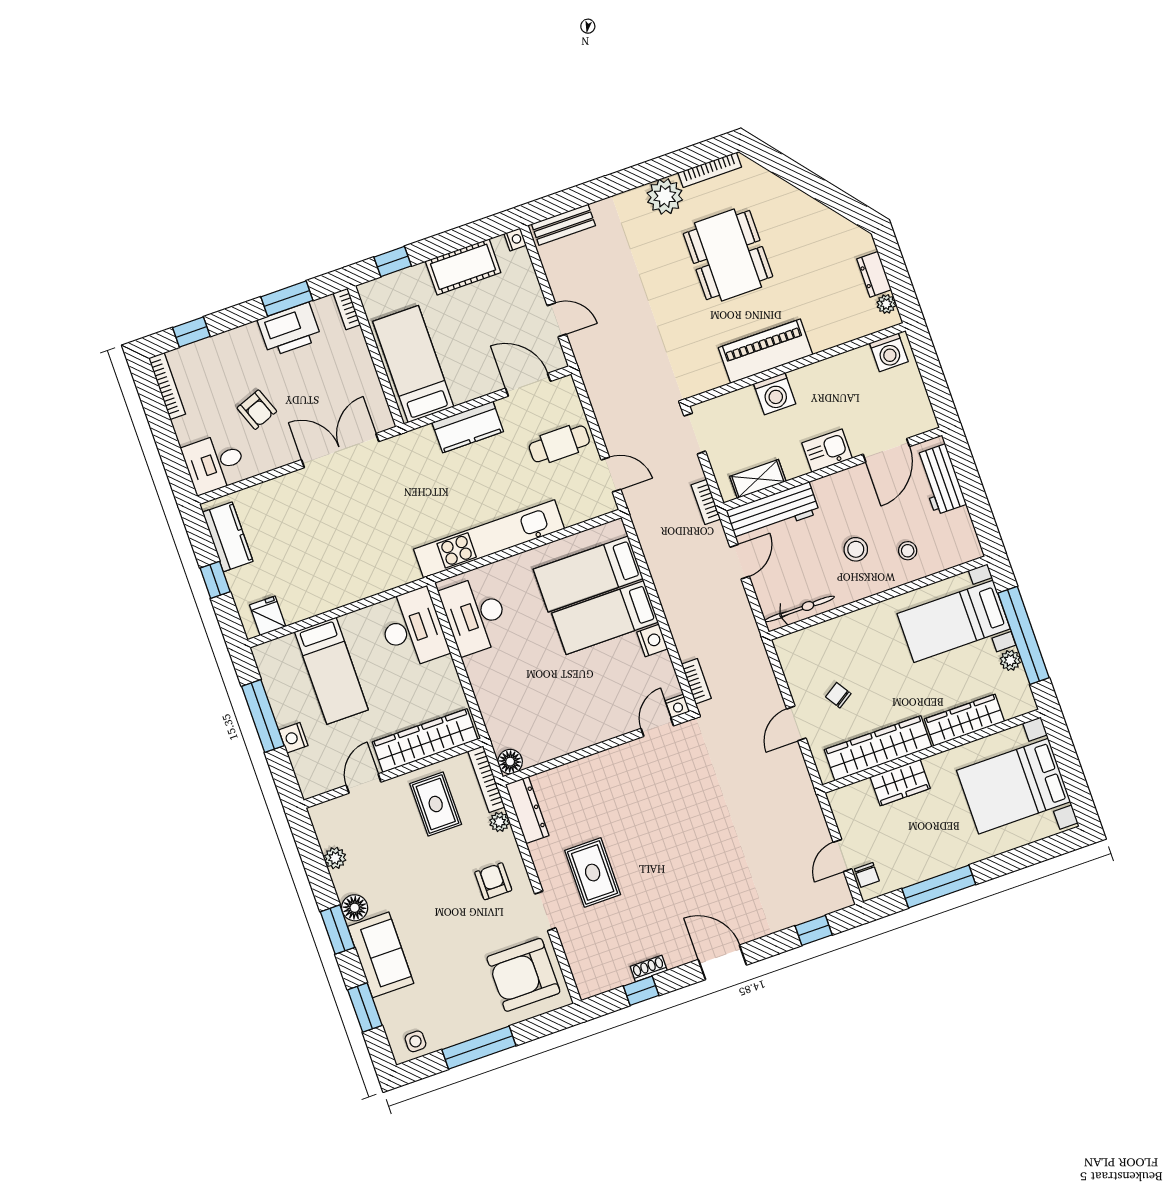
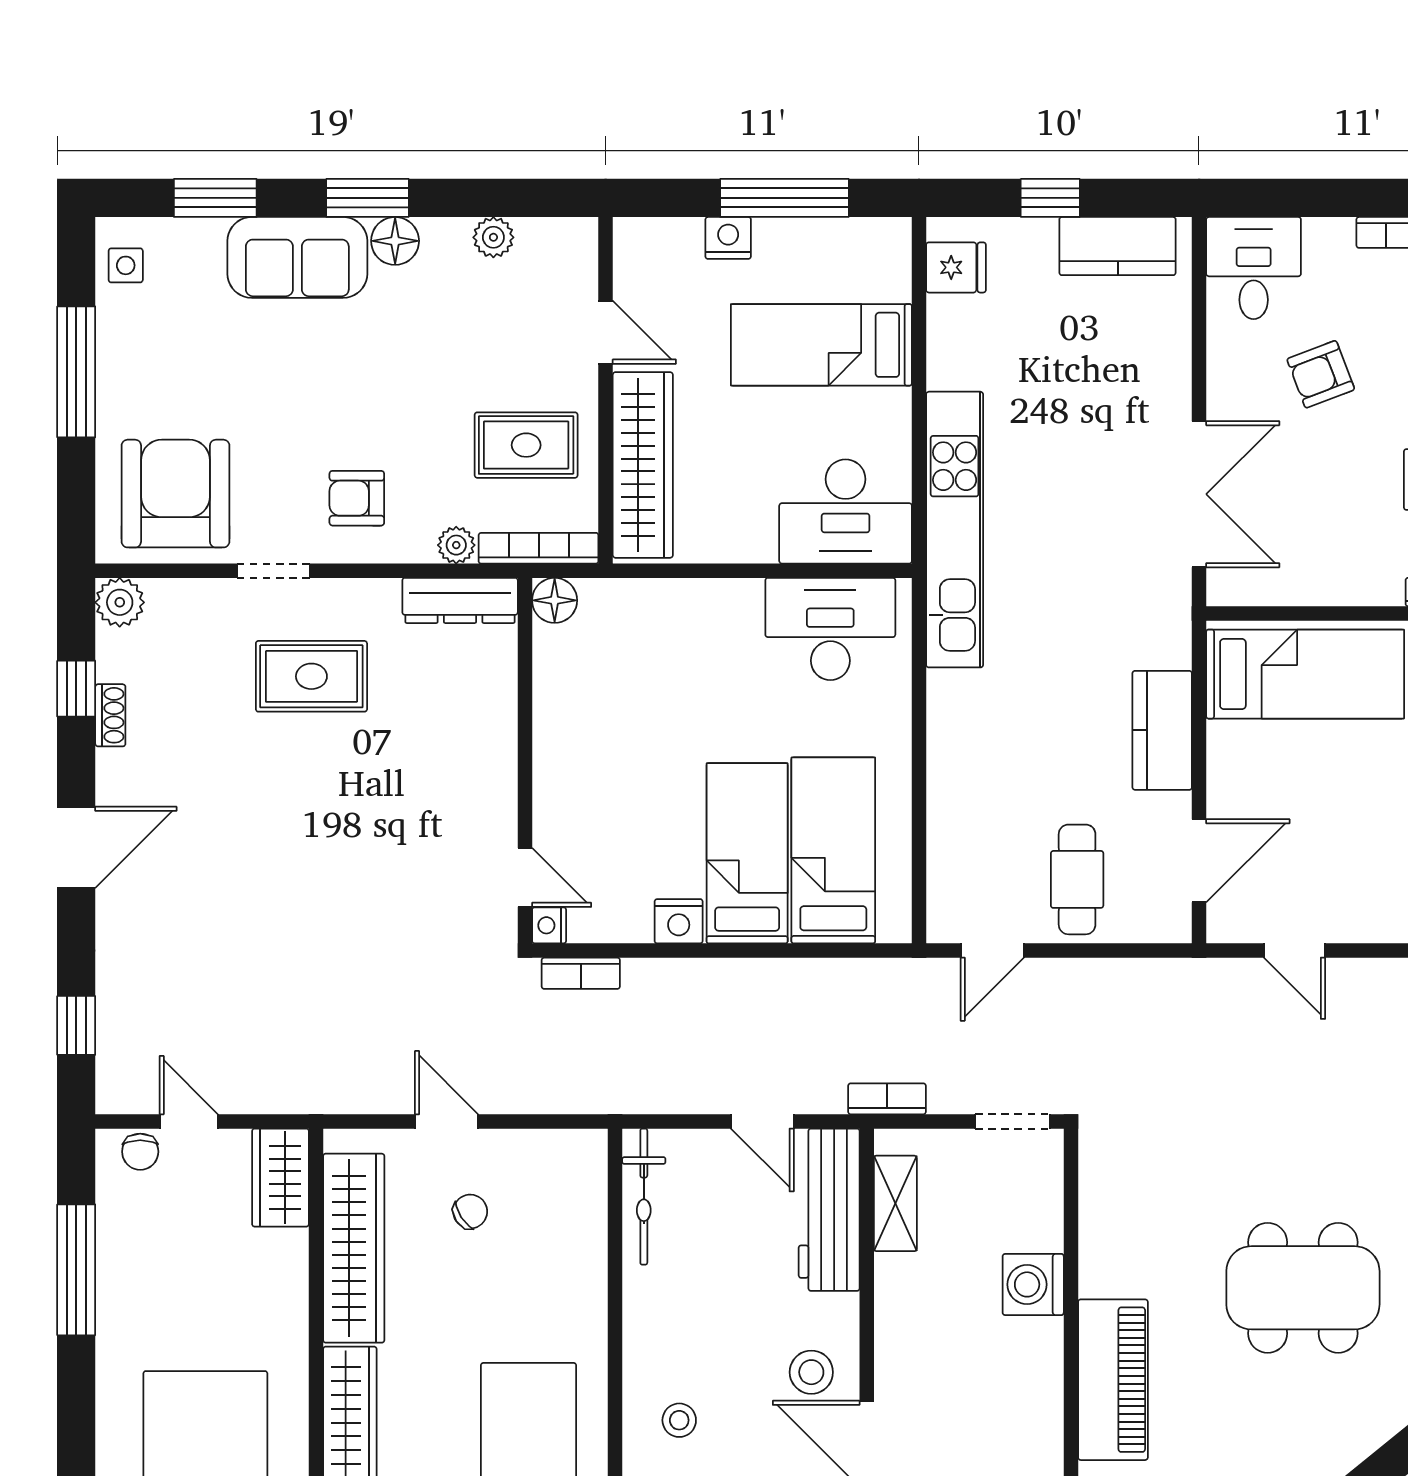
door: (557, 320) -> (1294, 951), hinge flipped
piano: (766, 351) -> (1113, 1380), moved
kitchen sink: (827, 451) -> (902, 1341), removed
kitchen unit: (489, 539) -> (955, 530), moved
stool: (856, 549) -> (811, 1372), moved
wardrobe: (900, 783) -> (280, 1178), moved
chair: (867, 875) -> (140, 1152), turned -90
armchair: (493, 881) -> (357, 498), turned 180
plant: (589, 984) -> (120, 602), added

